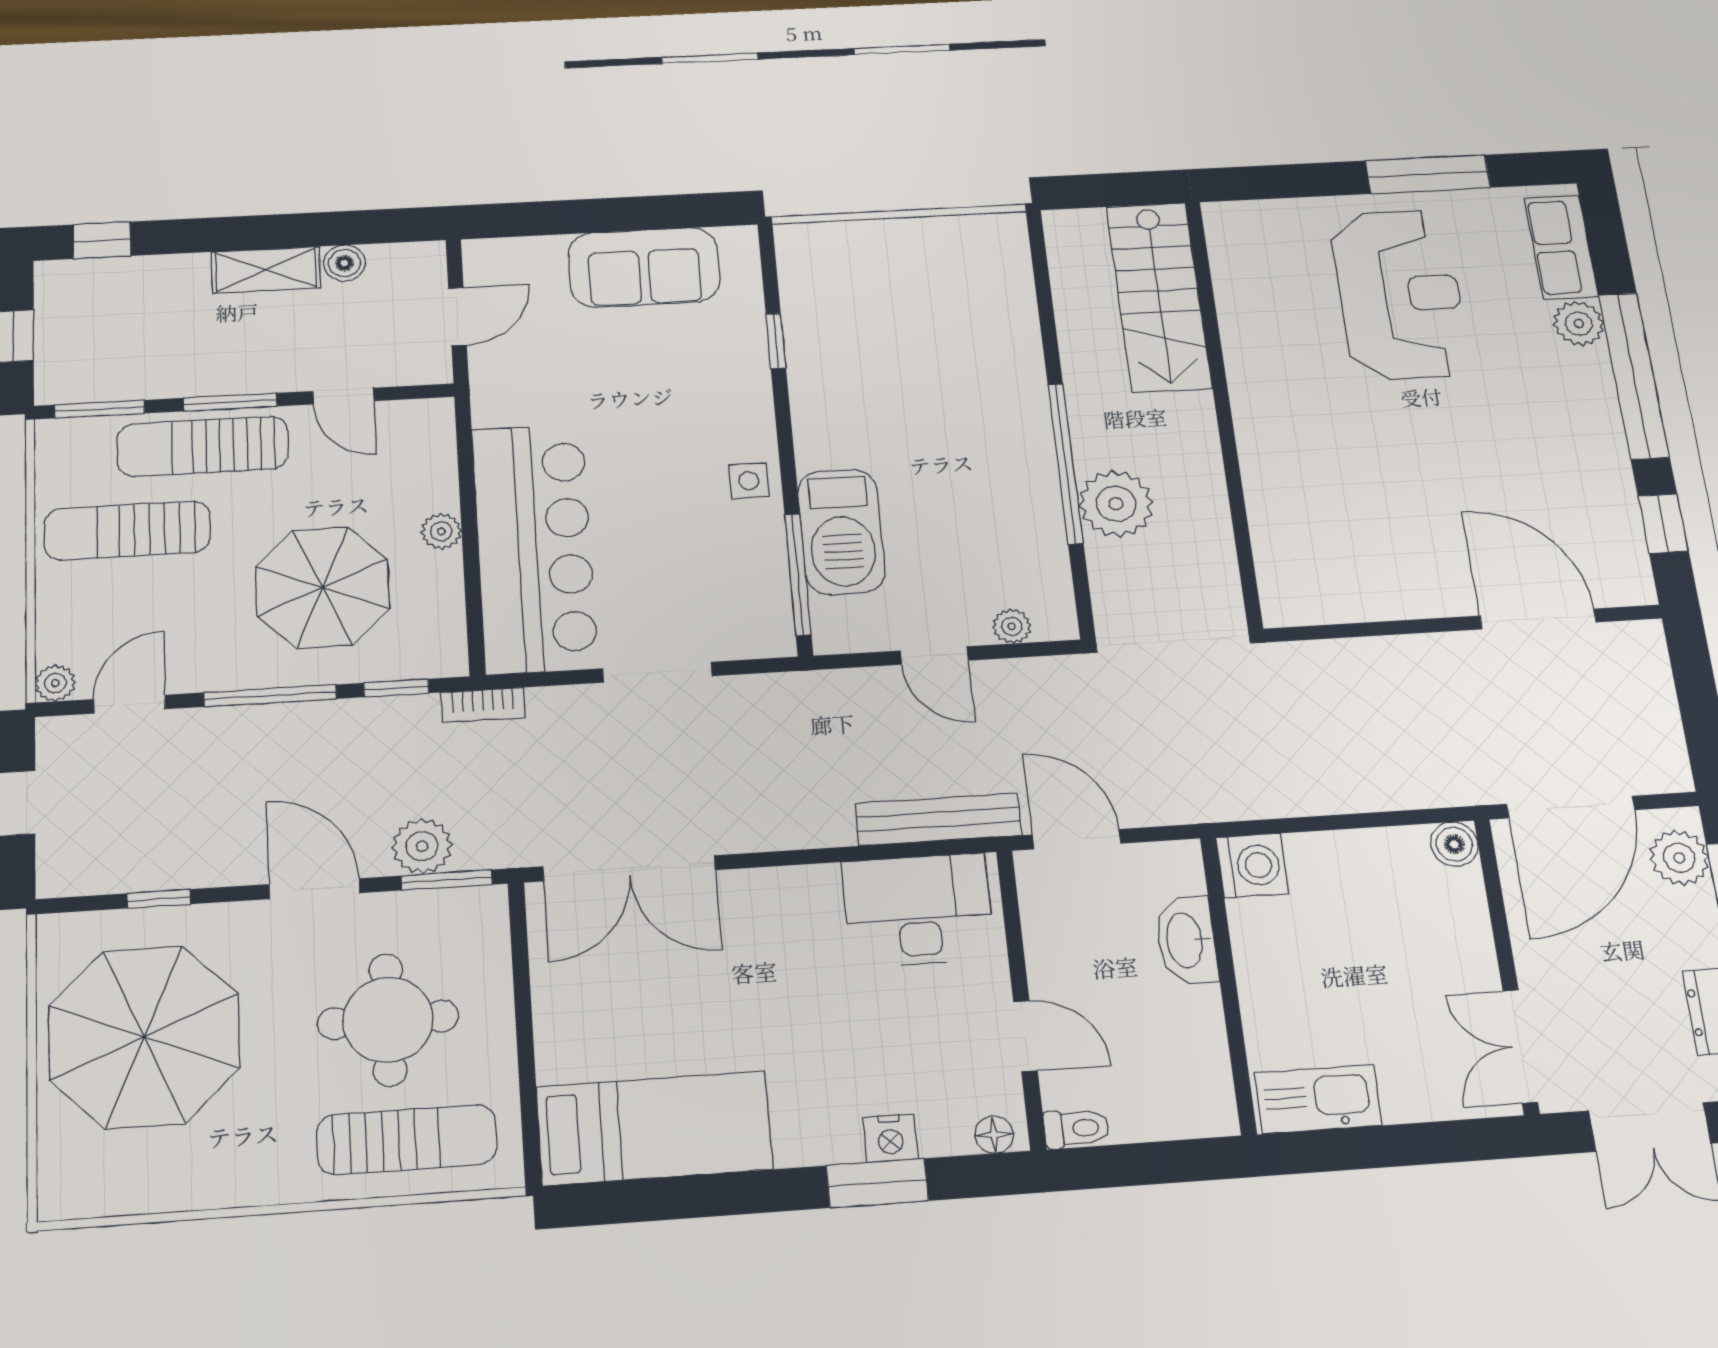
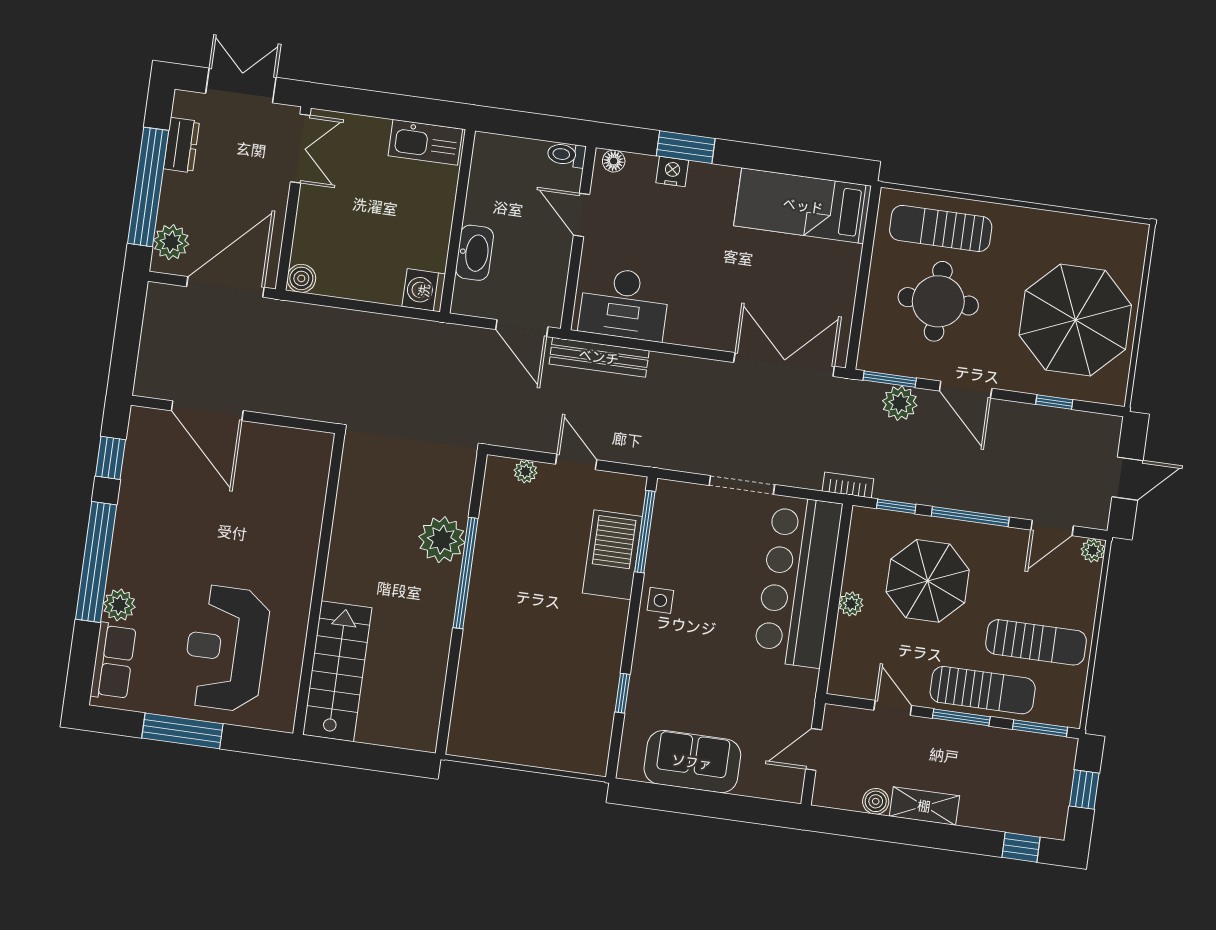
stairs: (1159, 297) -> (337, 671), moved
wall: (1223, 410) -> (319, 584), moved

